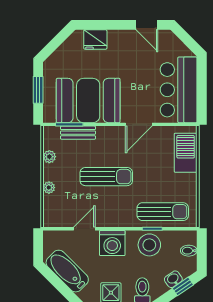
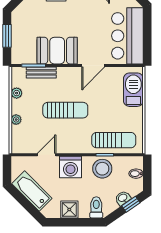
booth: (88, 101) -> (57, 51), width x0.73, depth x0.70

